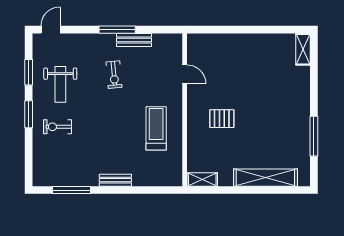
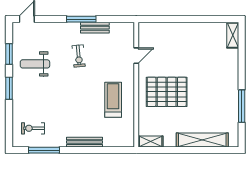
door: (185, 74) -> (136, 56), hinge flipped
weight bench: (60, 84) -> (35, 64), turned 90
pallet: (222, 119) -> (167, 92), width x2.05, depth x2.00
exercise bike: (57, 127) -> (33, 128), moved
bench: (115, 180) -> (85, 142), width x1.36

